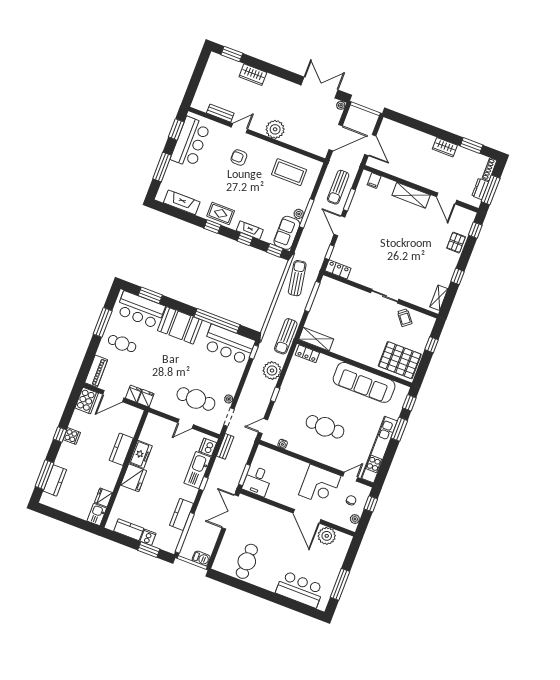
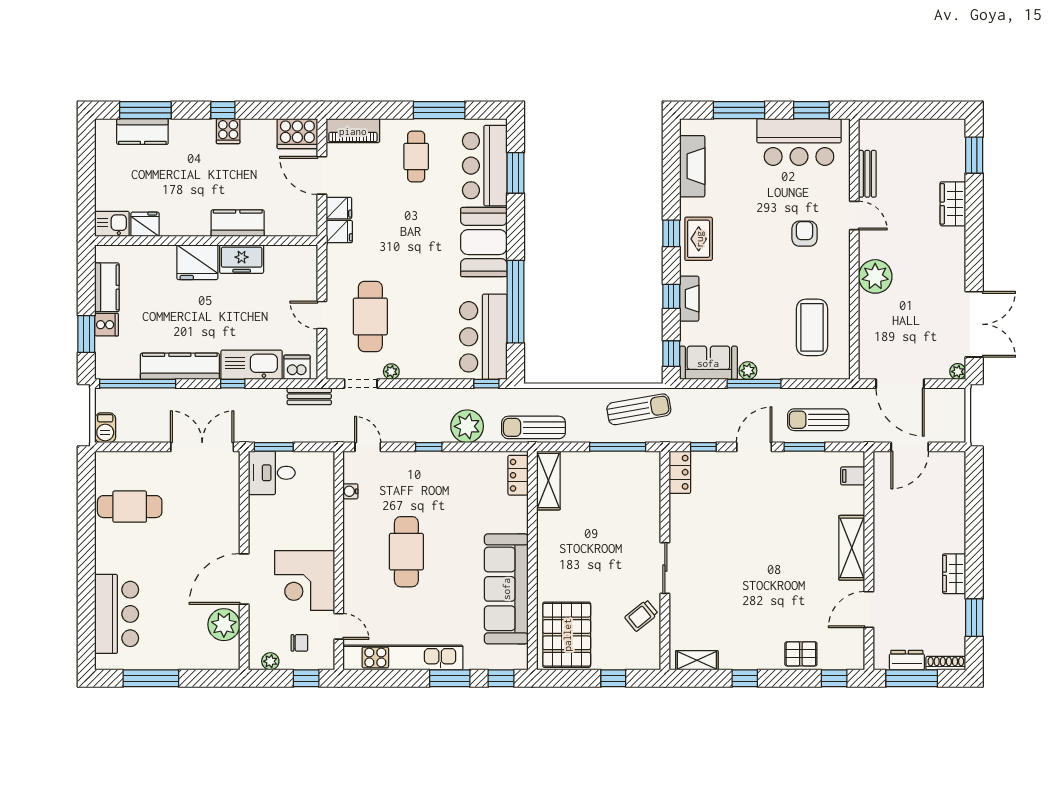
kitchen counter: (181, 514) -> (180, 366), width x1.50

